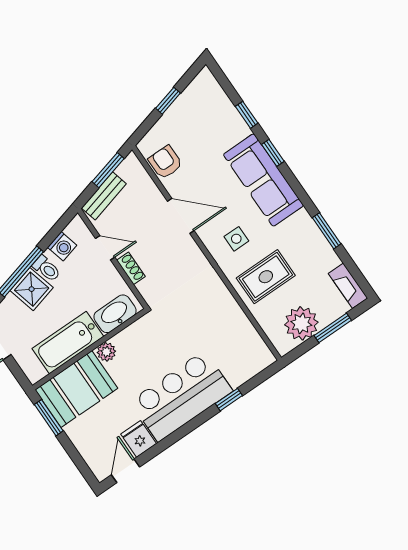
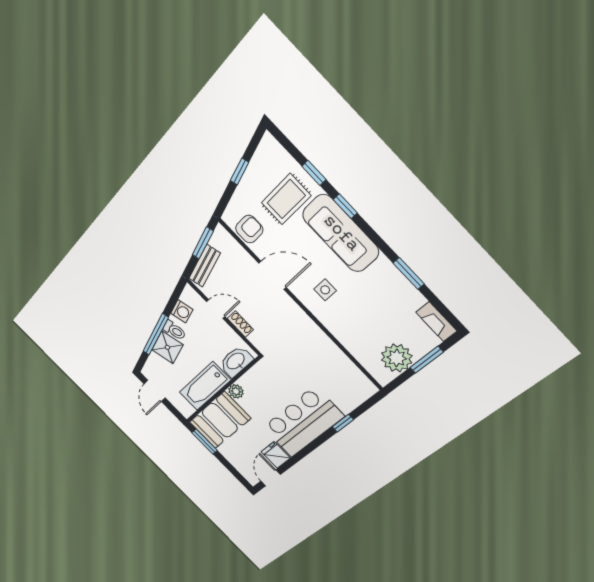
armchair: (165, 162) -> (249, 229), turned 90
rug: (266, 277) -> (286, 199), moved

